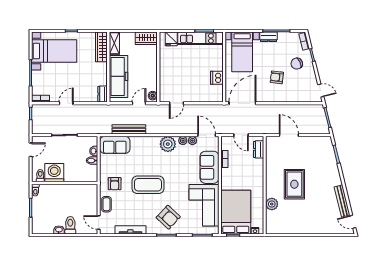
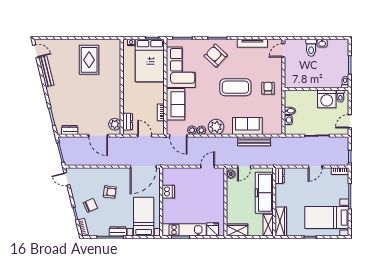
dresser: (318, 141) -> (70, 130), added
sofa: (115, 145) -> (247, 126), moved
rug: (294, 184) -> (89, 60), moved
coffee table: (106, 204) -> (276, 68), removed
plant: (272, 204) -> (115, 124), moved
door: (99, 222) -> (283, 50), swing flipped

